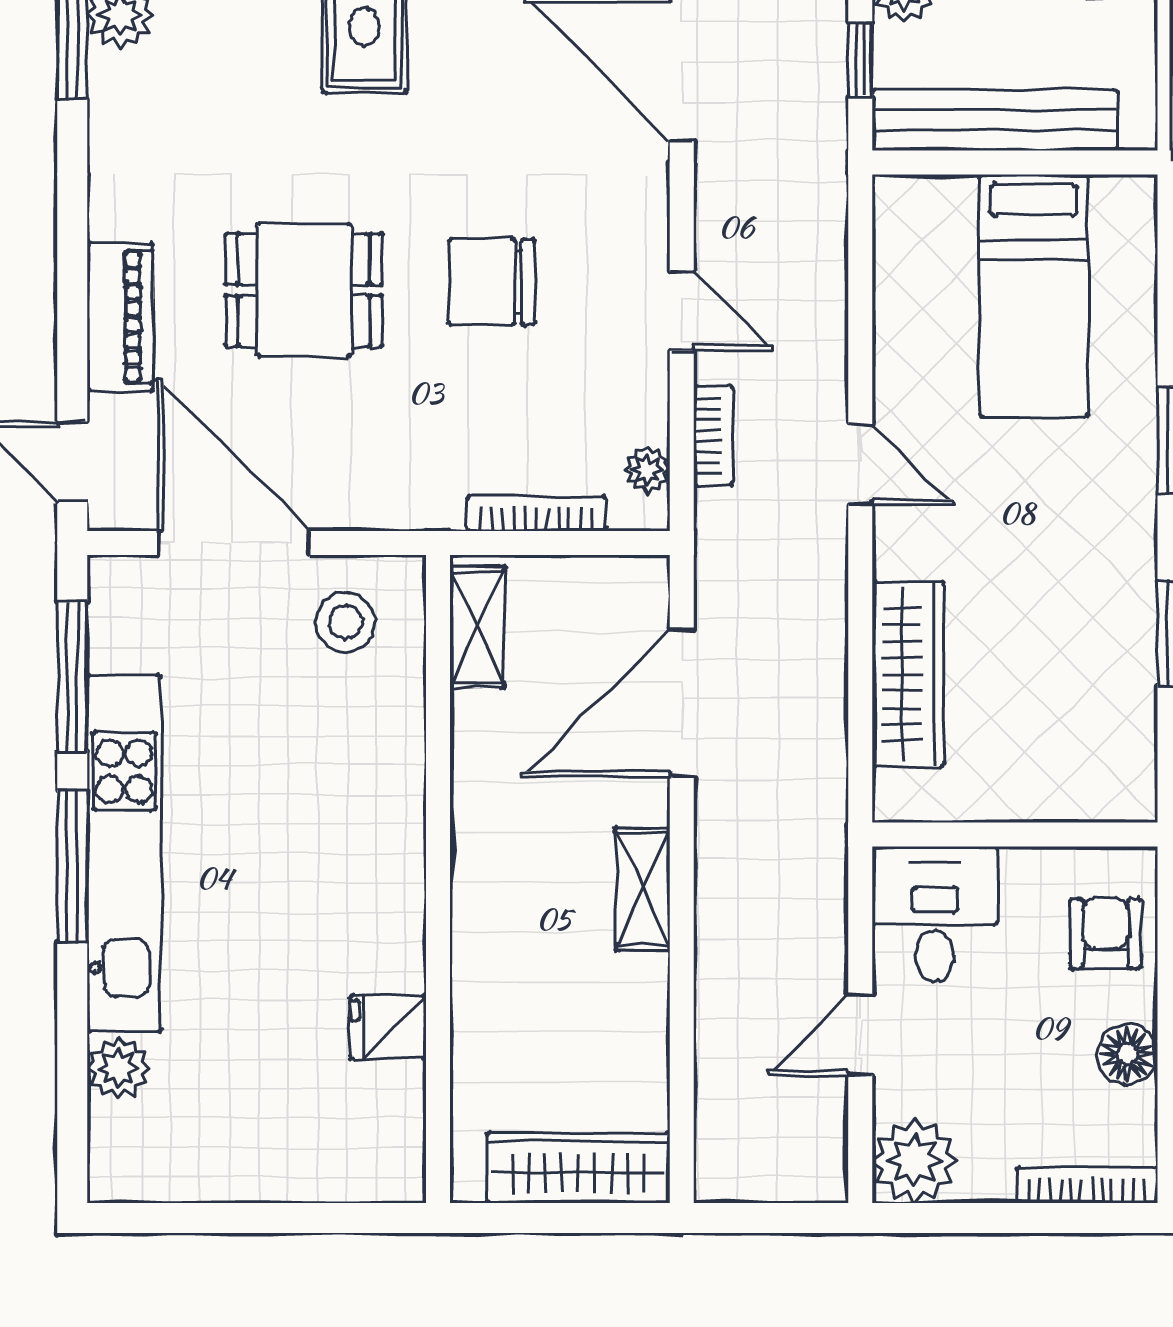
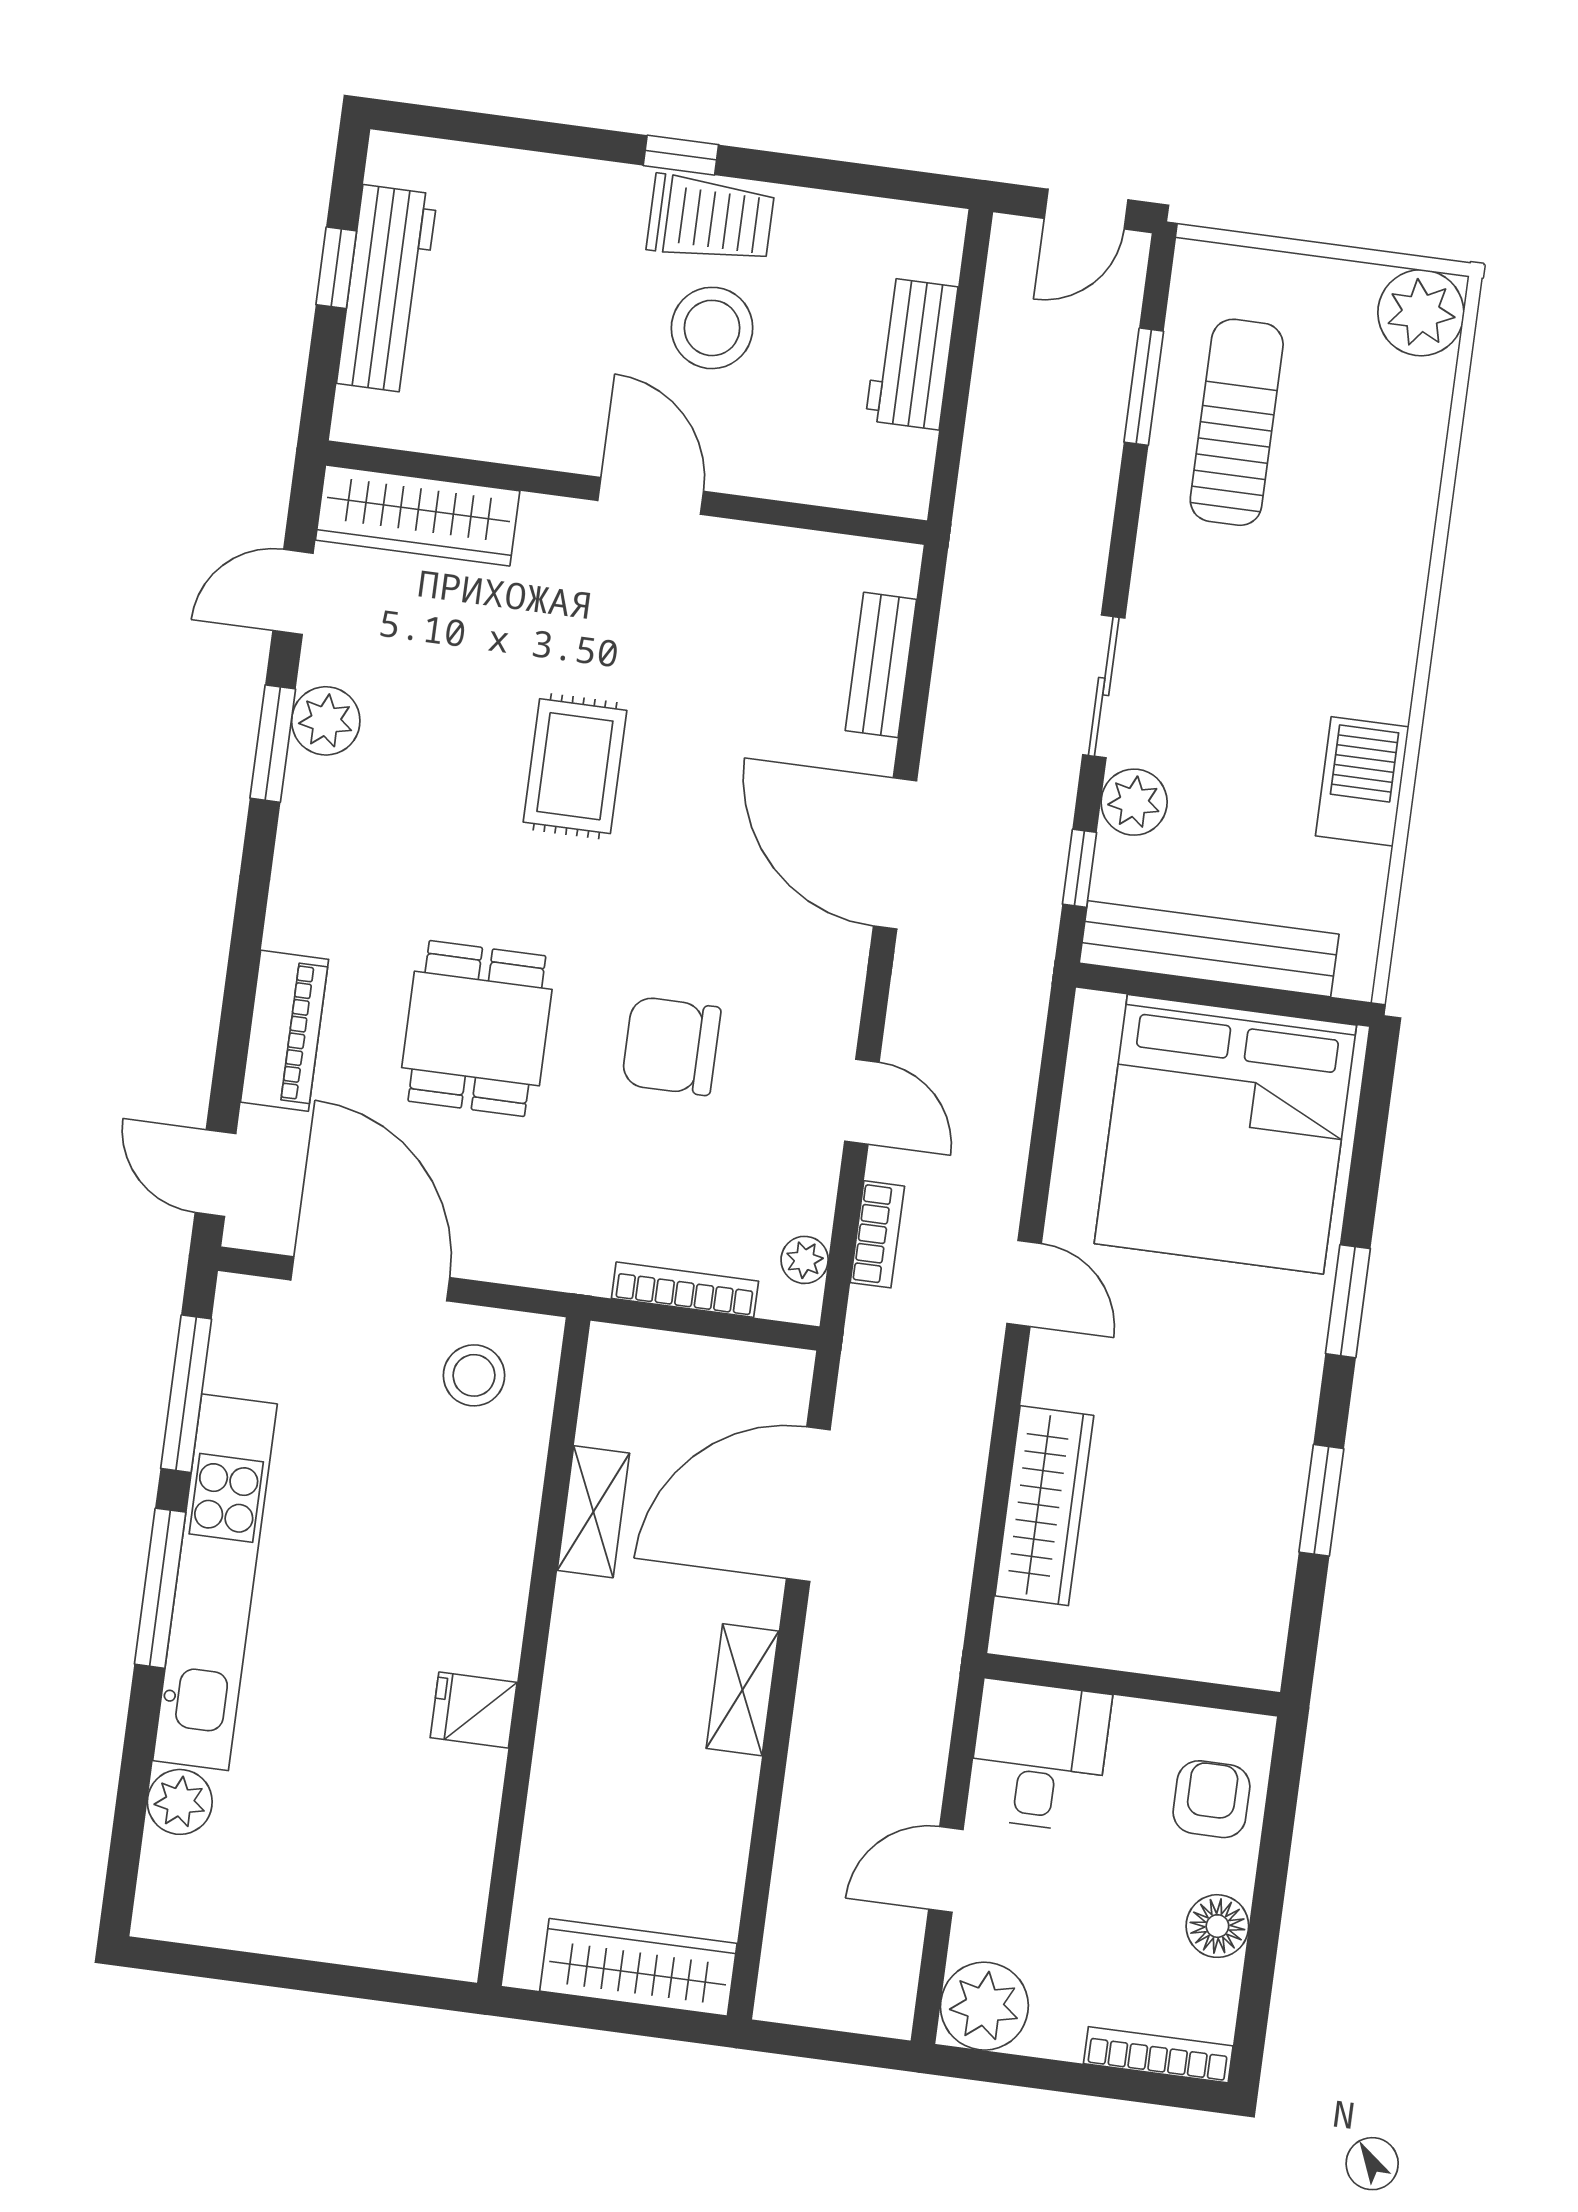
dining table: (304, 290) -> (477, 1029), turned 90
bed: (1034, 296) -> (1225, 1134), width x2.04
shelving: (477, 627) -> (593, 1512), moved
fridge: (388, 1027) -> (474, 1710), moved

